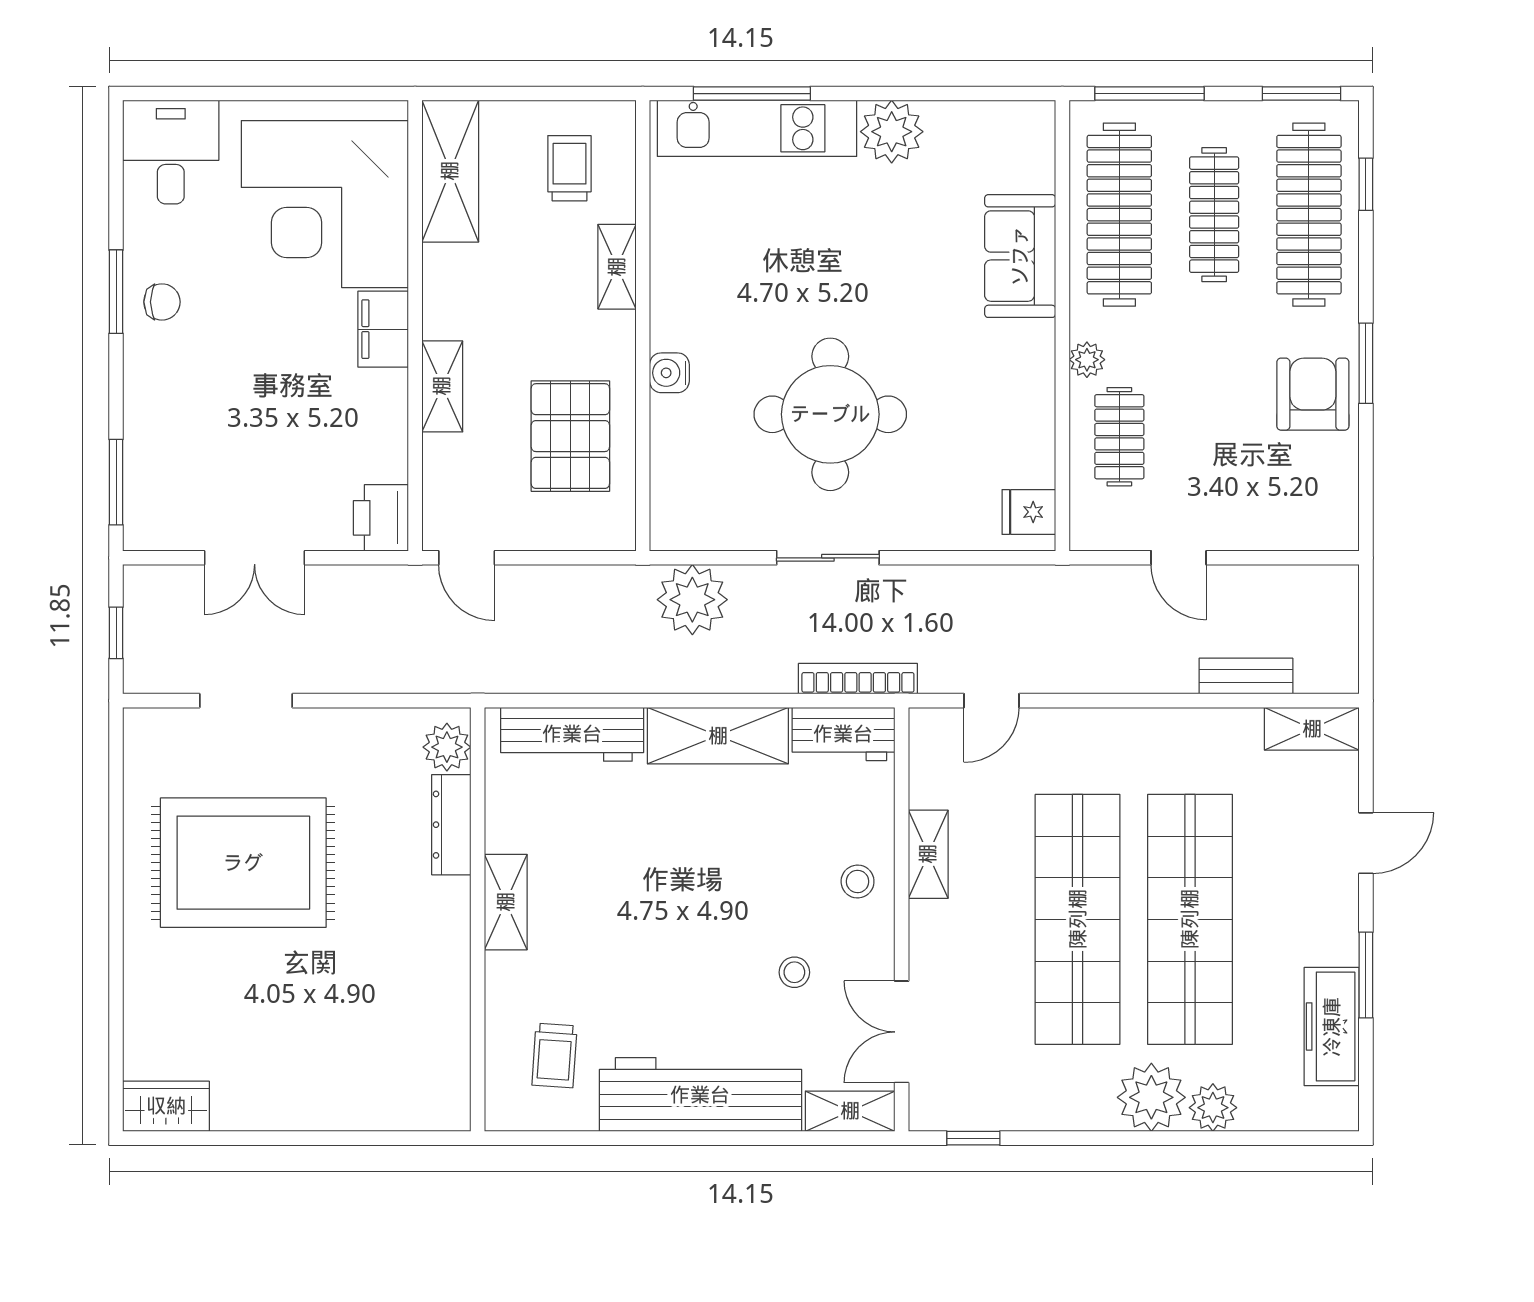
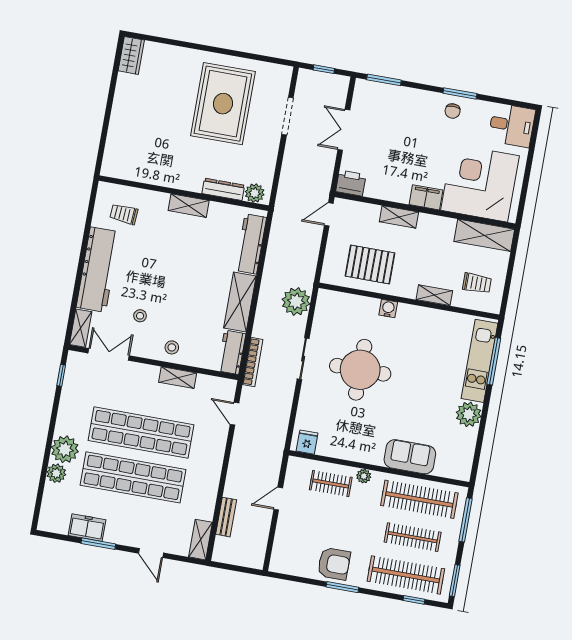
freezer: (1332, 1027) -> (87, 528), width x0.71

